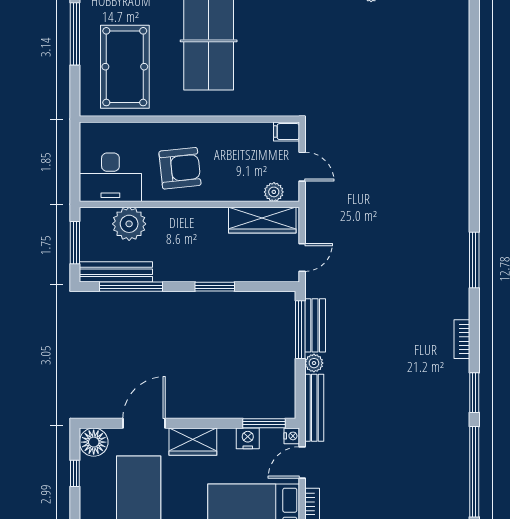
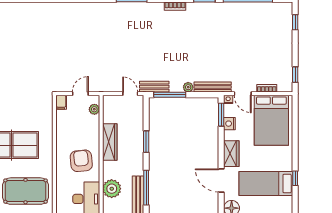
wardrobe: (262, 220) -> (110, 142), moved
bench: (315, 325) -> (154, 87), moved

